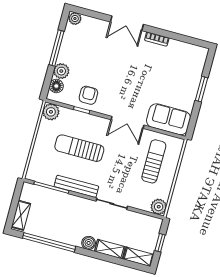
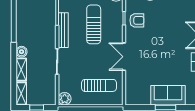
sofa: (169, 119) -> (168, 95), moved, turned -90

